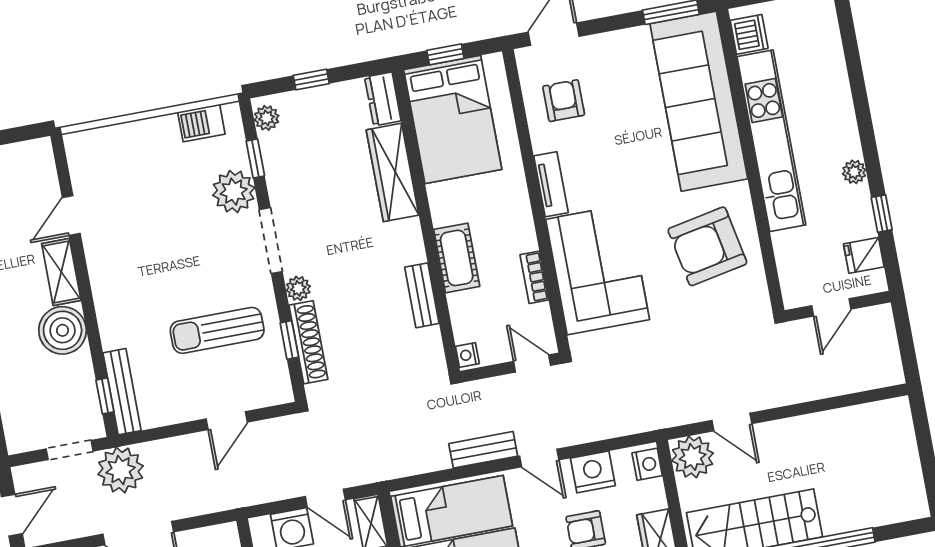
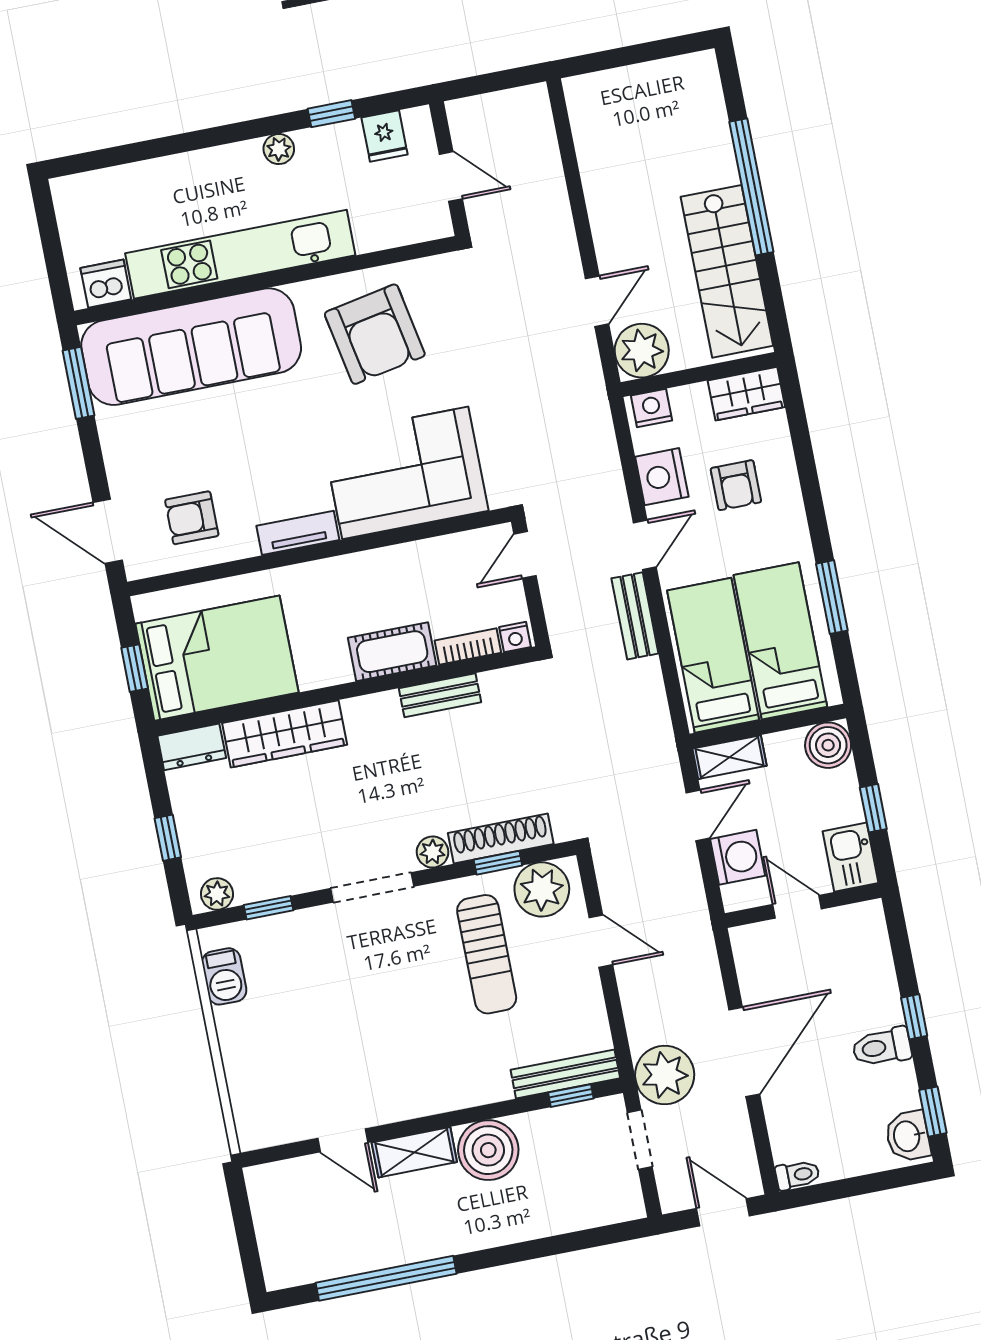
plant: (234, 192) -> (542, 889), moved
bookcase: (534, 277) -> (468, 647), moved, turned 180

